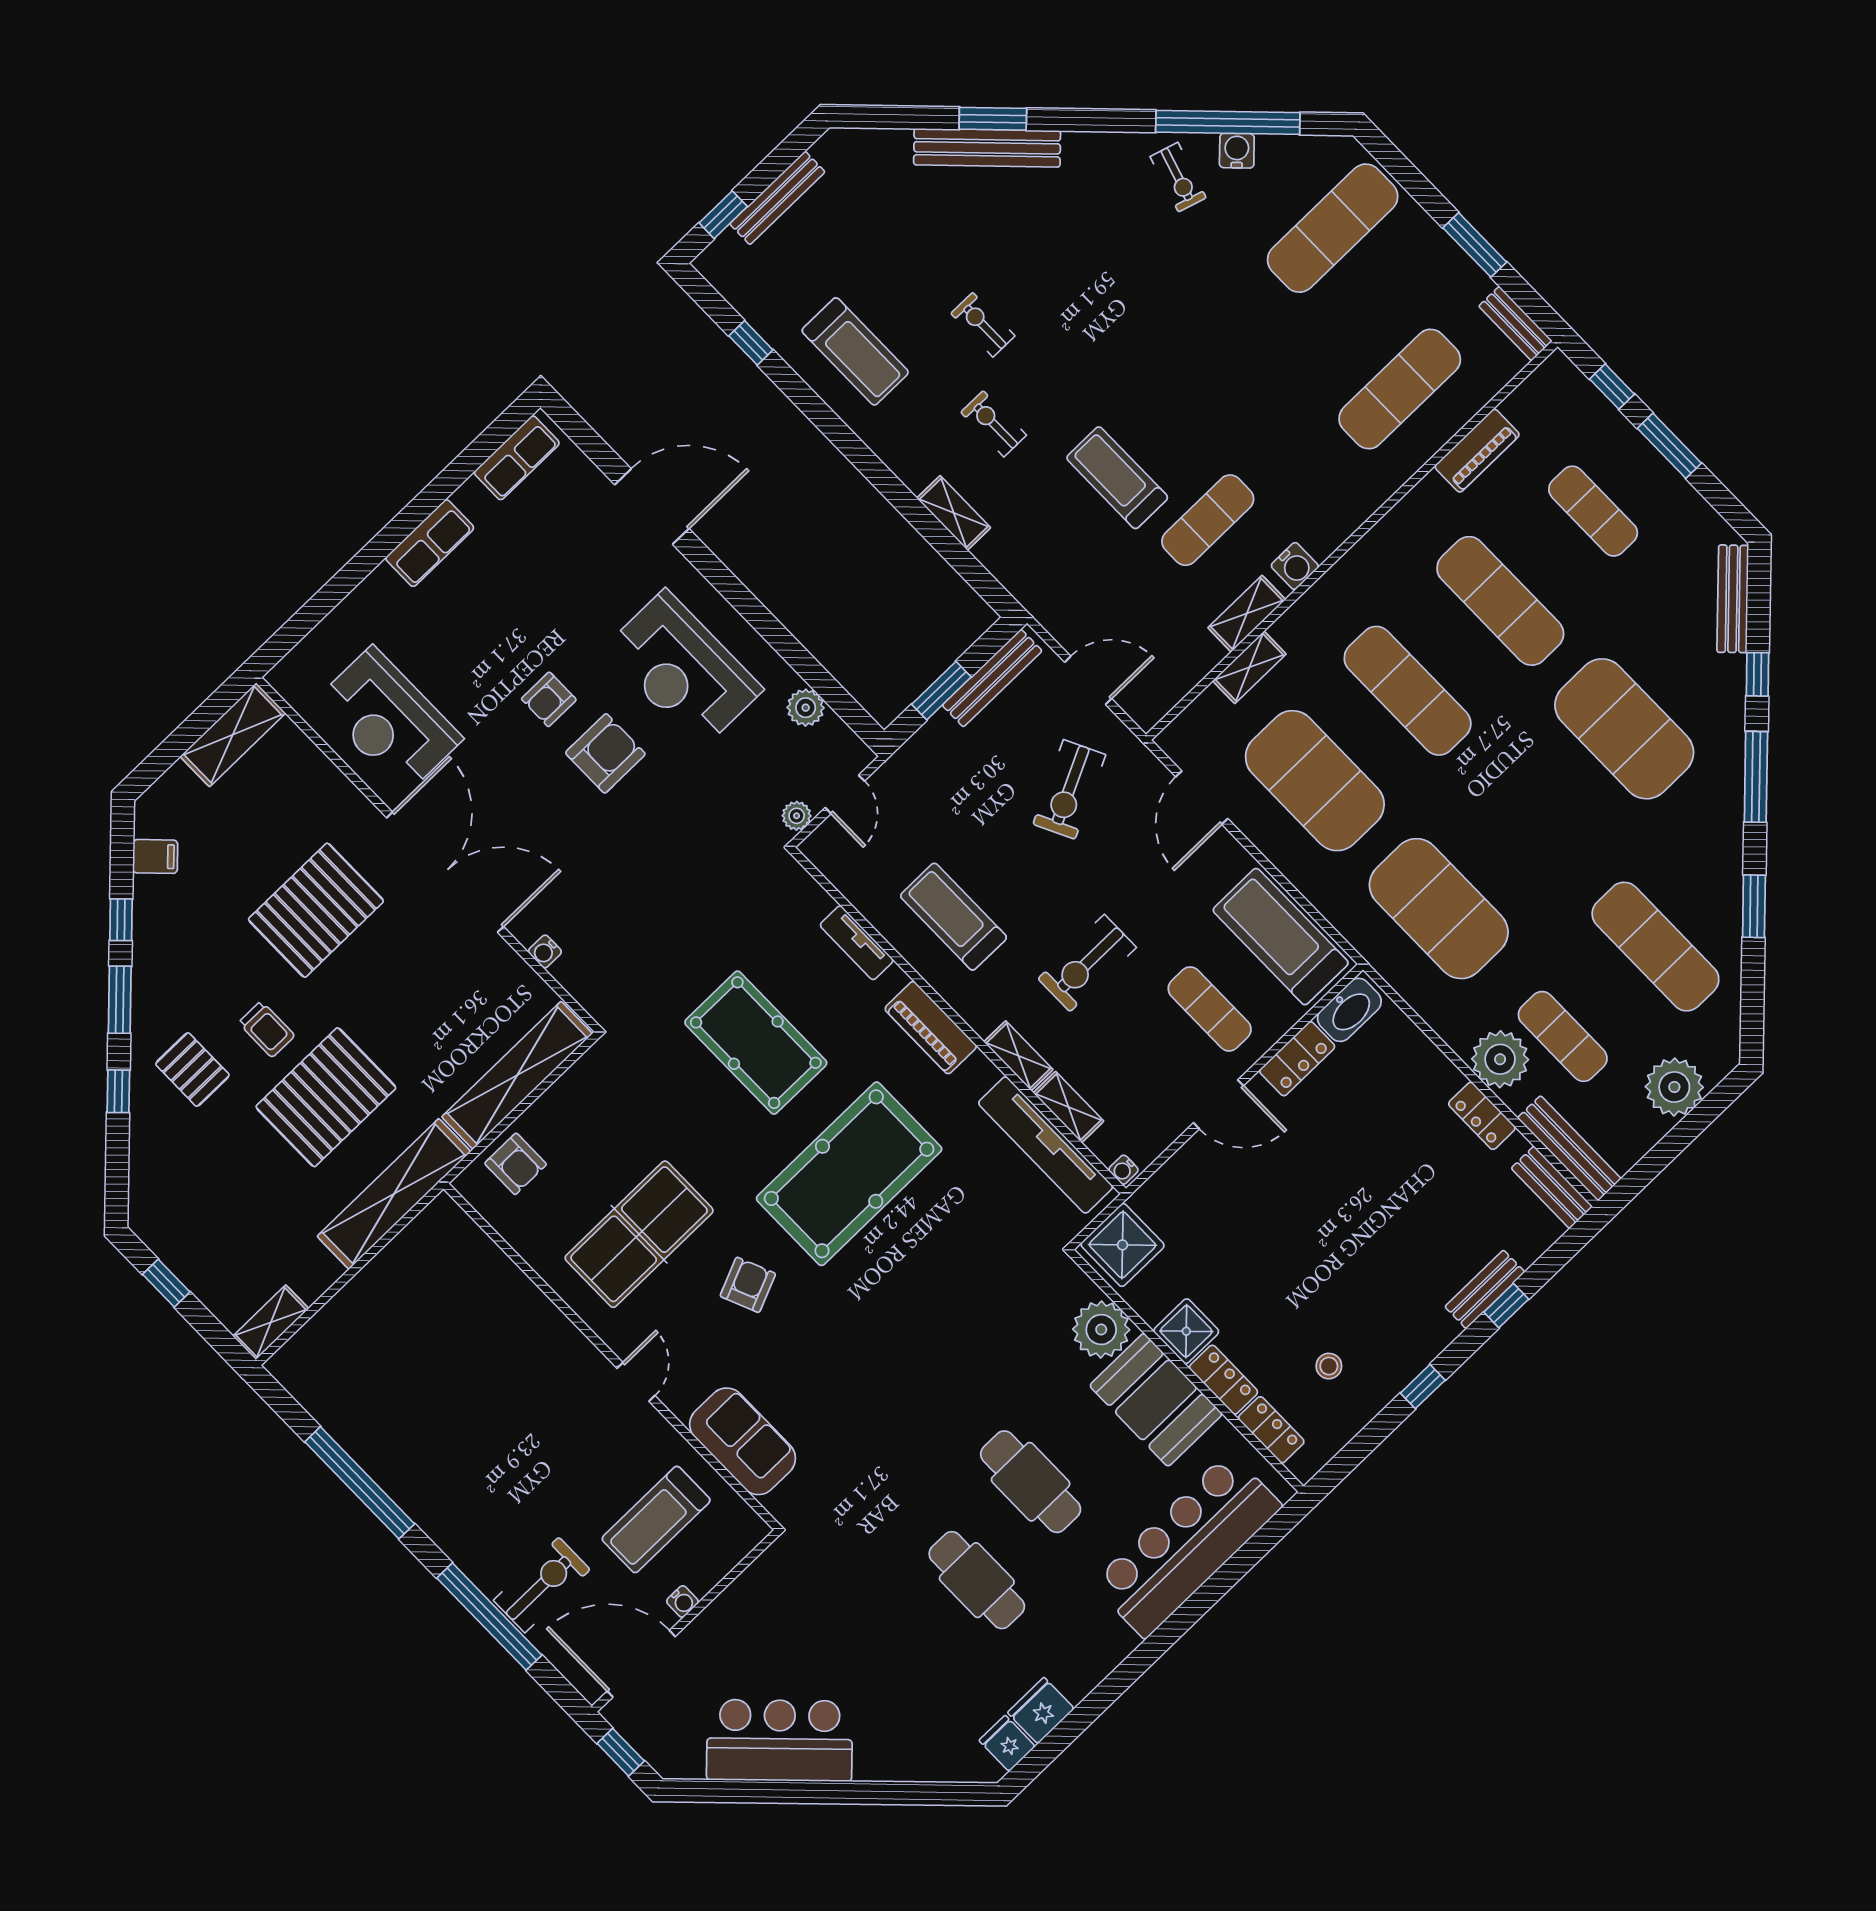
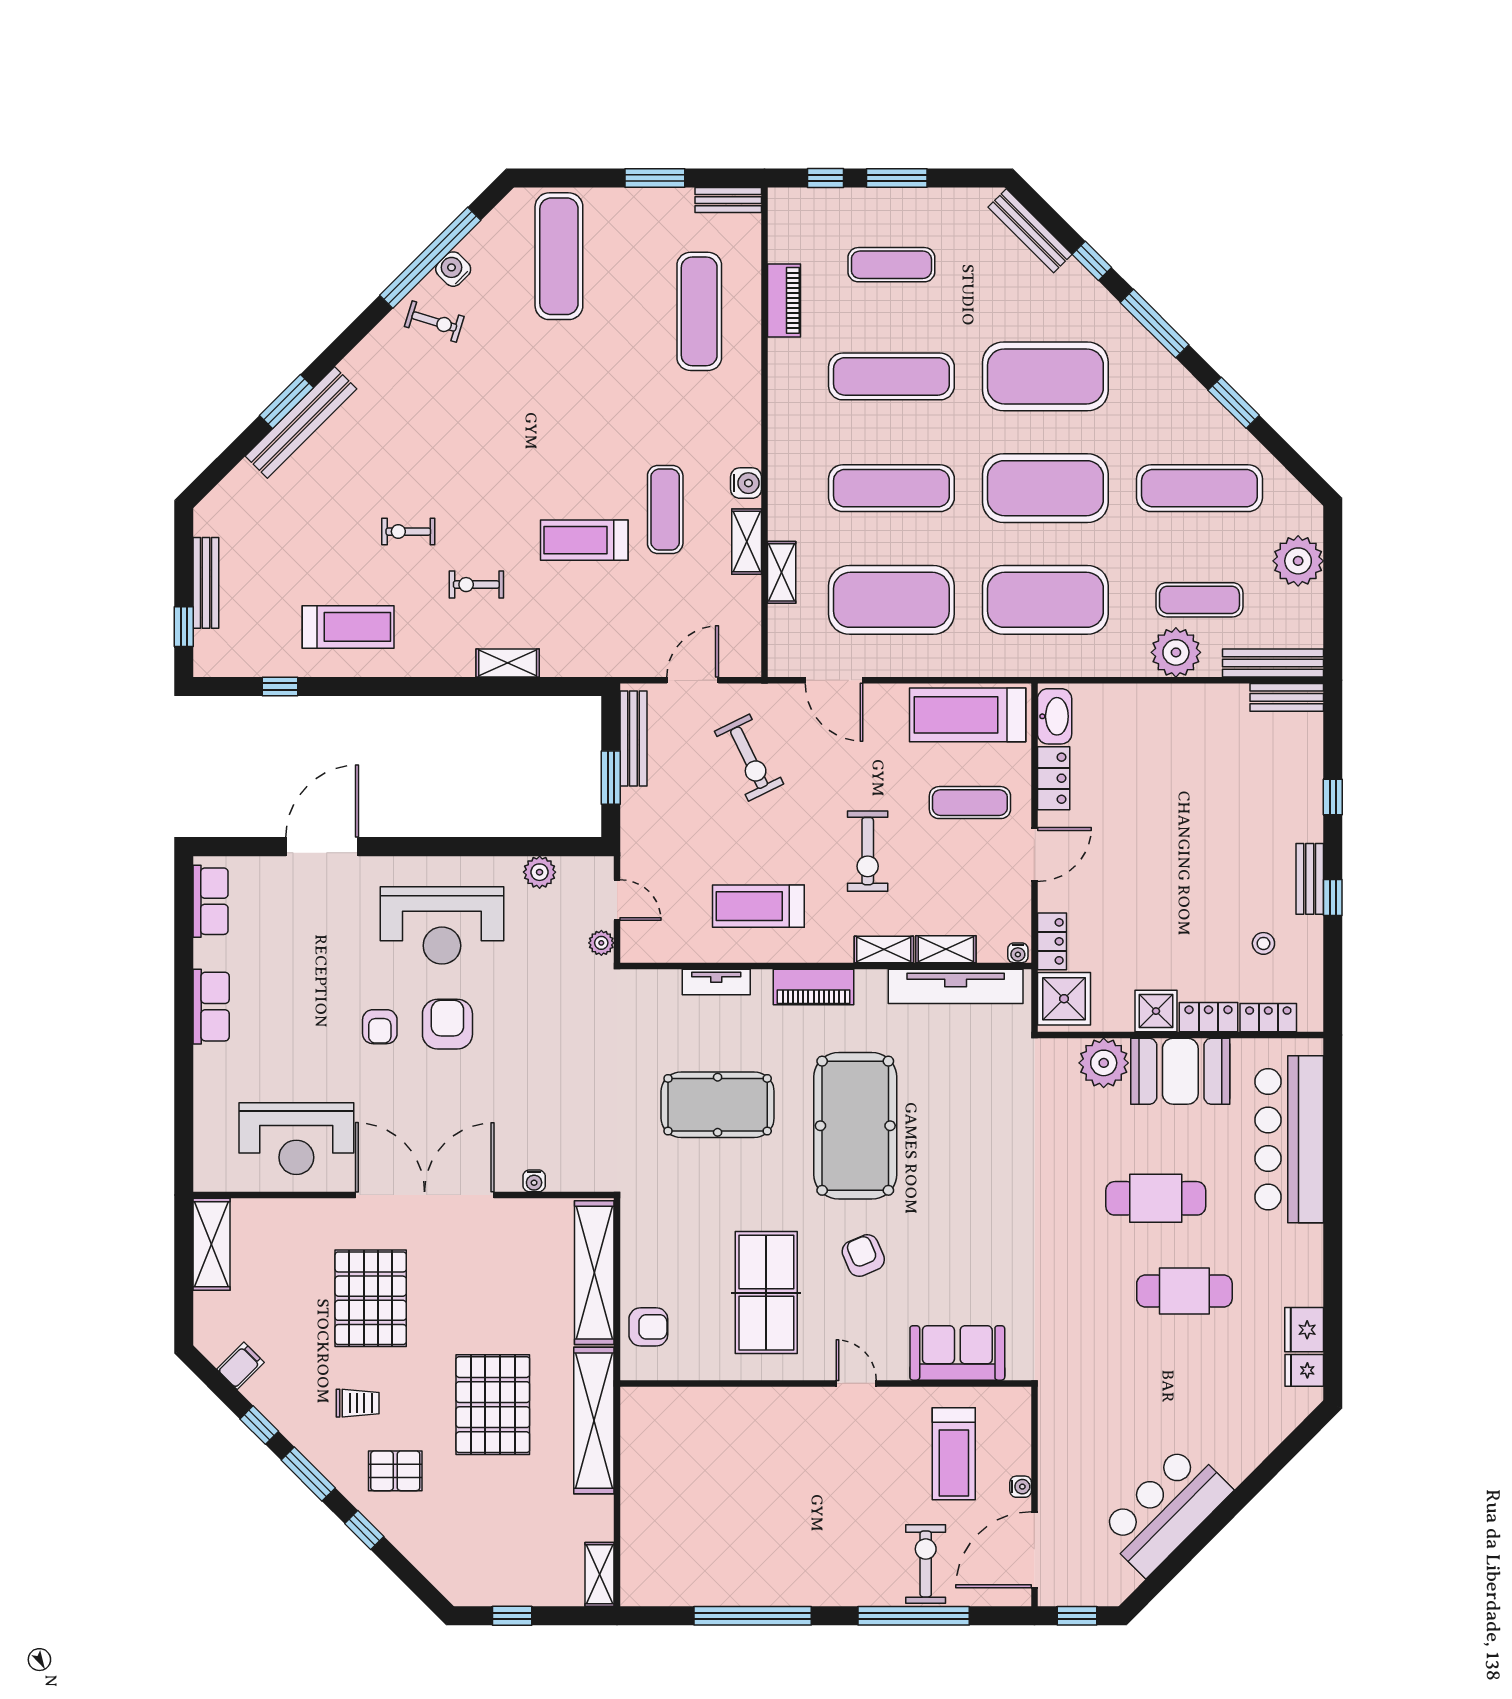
exercise mat: (1532, 819) -> (1045, 488), added
trolley: (267, 1029) -> (358, 1403), moved
locker: (1482, 1116) -> (1052, 941), moved, turned -90
bench: (1485, 1289) -> (1310, 879), moved

